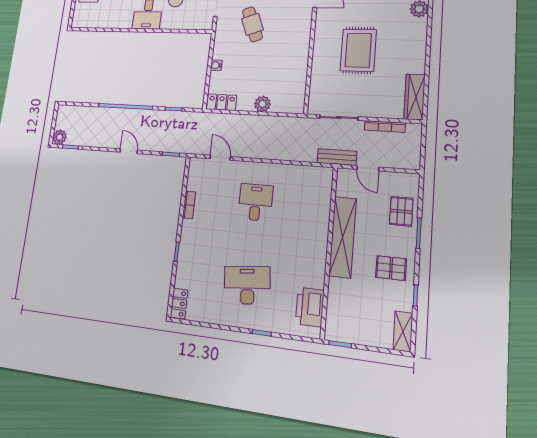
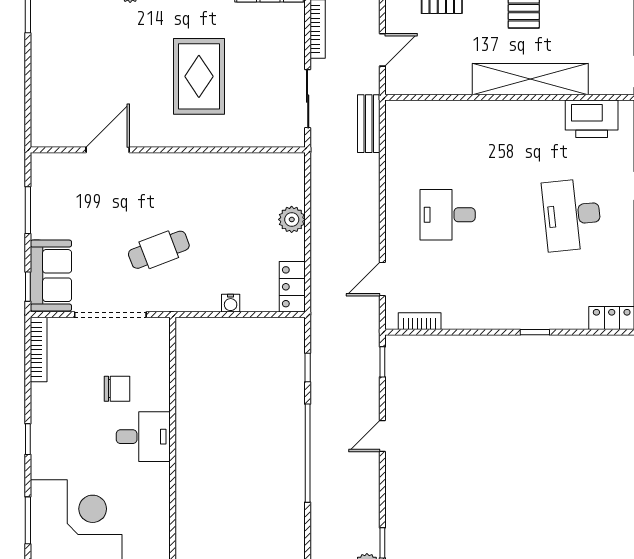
rug: (358, 50) -> (199, 76), turned 90
bench: (337, 157) -> (369, 124), moved
bookcase: (189, 205) -> (420, 321), moved
shelving: (343, 237) -> (530, 79), moved

